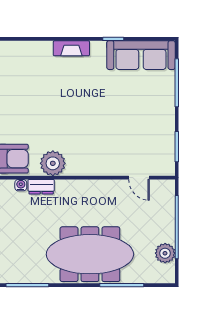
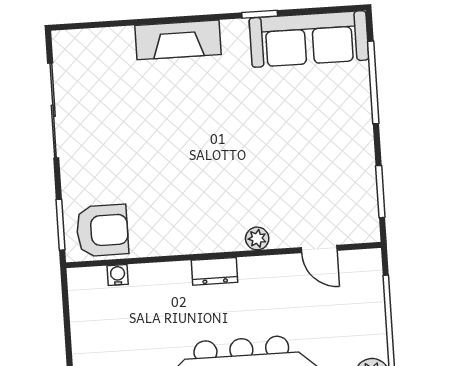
fireplace: (71, 48) -> (178, 40), width x1.37, depth x1.32
plant: (53, 163) -> (257, 238), moved, width x0.53, depth x0.53
dresser: (41, 187) -> (215, 271), moved

